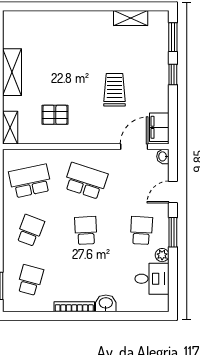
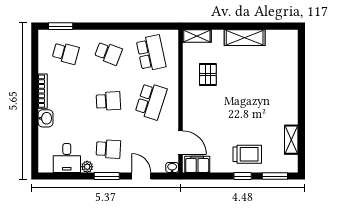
trolley: (115, 90) -> (247, 154), moved

